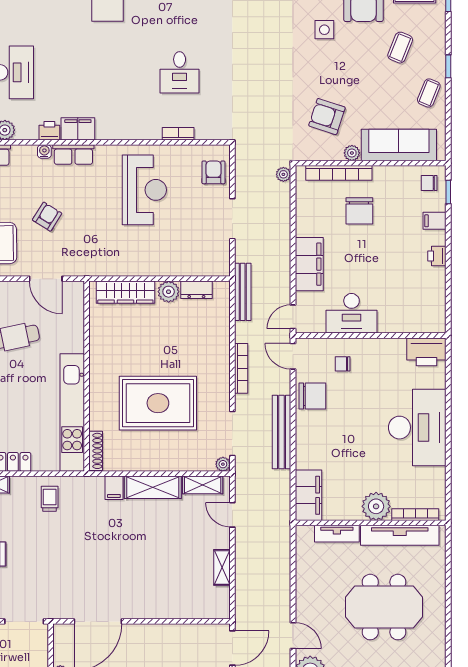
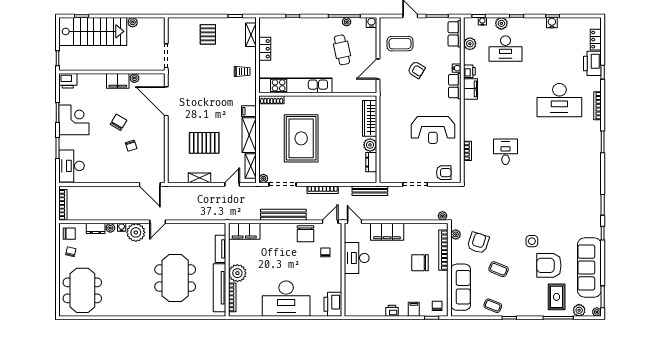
coffee table: (400, 48) -> (499, 269), moved
desk: (180, 72) -> (505, 152), turned 90
plant: (352, 153) -> (456, 234), moved
pallet: (165, 560) -> (204, 143), added

